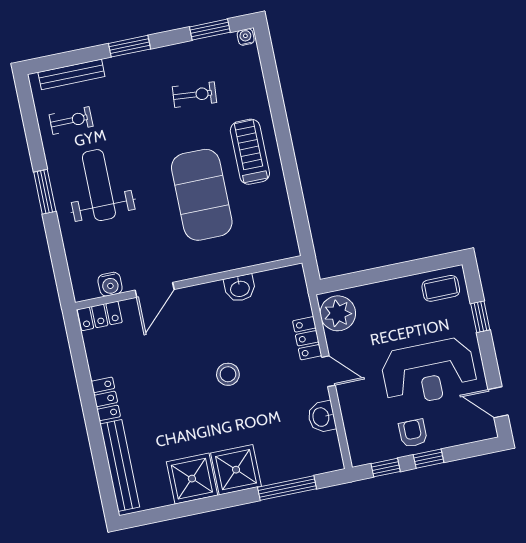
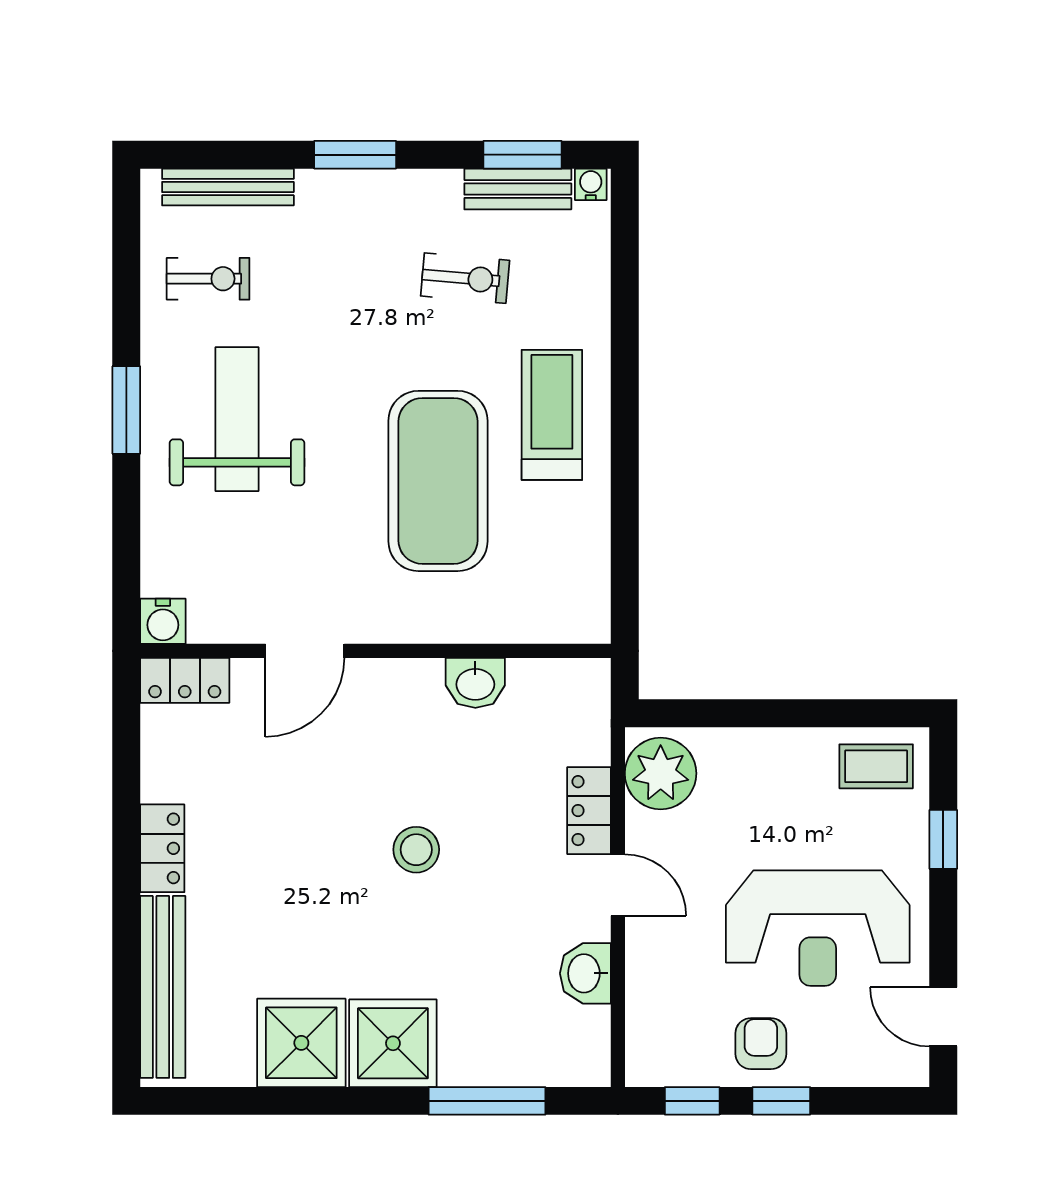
bench: (211, 46) -> (518, 189), added
water cooler: (110, 284) -> (163, 621), moved

